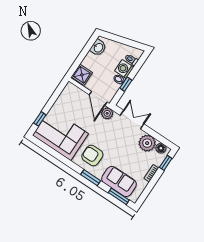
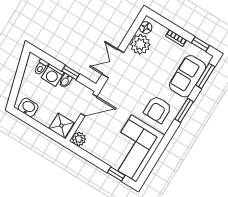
plant: (107, 113) -> (79, 139), moved
window: (166, 163) -> (200, 44), moved

